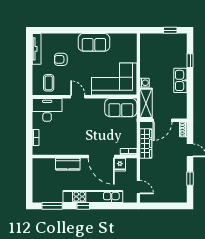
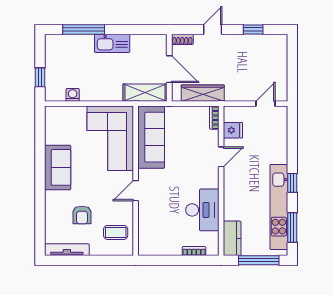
window: (170, 30) -> (40, 77), moved
window: (190, 61) -> (84, 30), width x2.17
washing machine: (145, 83) -> (73, 95), moved
sofa: (121, 108) -> (151, 137), width x1.36
desk: (47, 110) -> (202, 210), moved, turned 180
door: (101, 156) -> (221, 157), width x0.53
kitchen counter: (68, 164) -> (232, 238), moved
window: (29, 183) -> (259, 260), added
kitchen unit: (93, 197) -> (279, 207), moved

